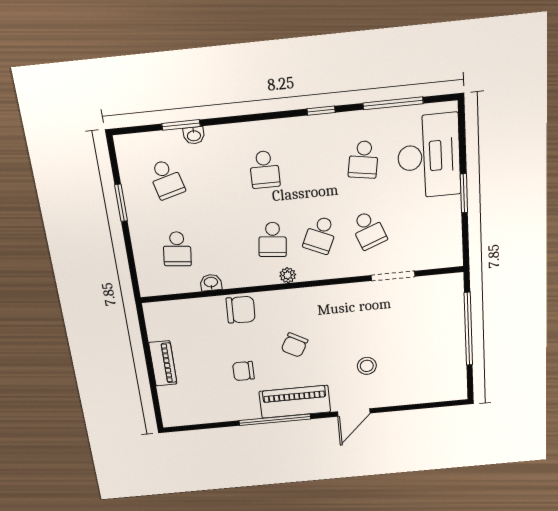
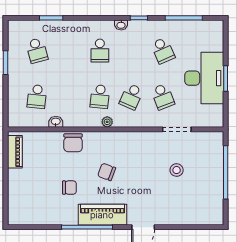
washbasin: (194, 135) -> (121, 25), moved
desk: (429, 156) -> (204, 78), moved
school desk: (363, 160) -> (163, 51), turned -33
chair: (241, 310) -> (73, 143), turned 88
chair: (294, 345) -> (107, 172), turned 81
piano: (163, 363) -> (15, 152), moved
stool: (367, 366) -> (177, 170), moved
chair: (243, 371) -> (69, 188), turned 180

